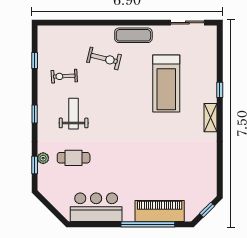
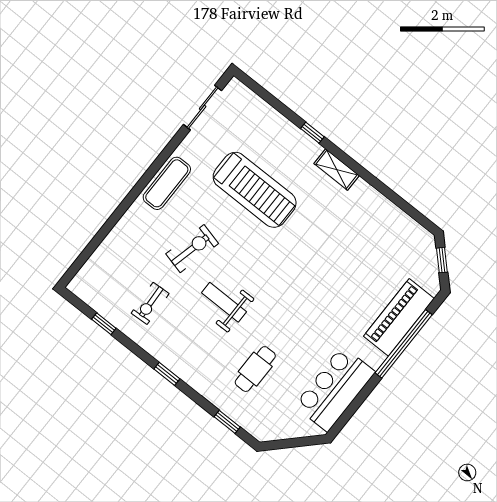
exercise bike: (104, 58) -> (192, 249), moved
weight bench: (74, 114) -> (224, 302), moved
plant: (43, 158) -> (227, 405), removed

